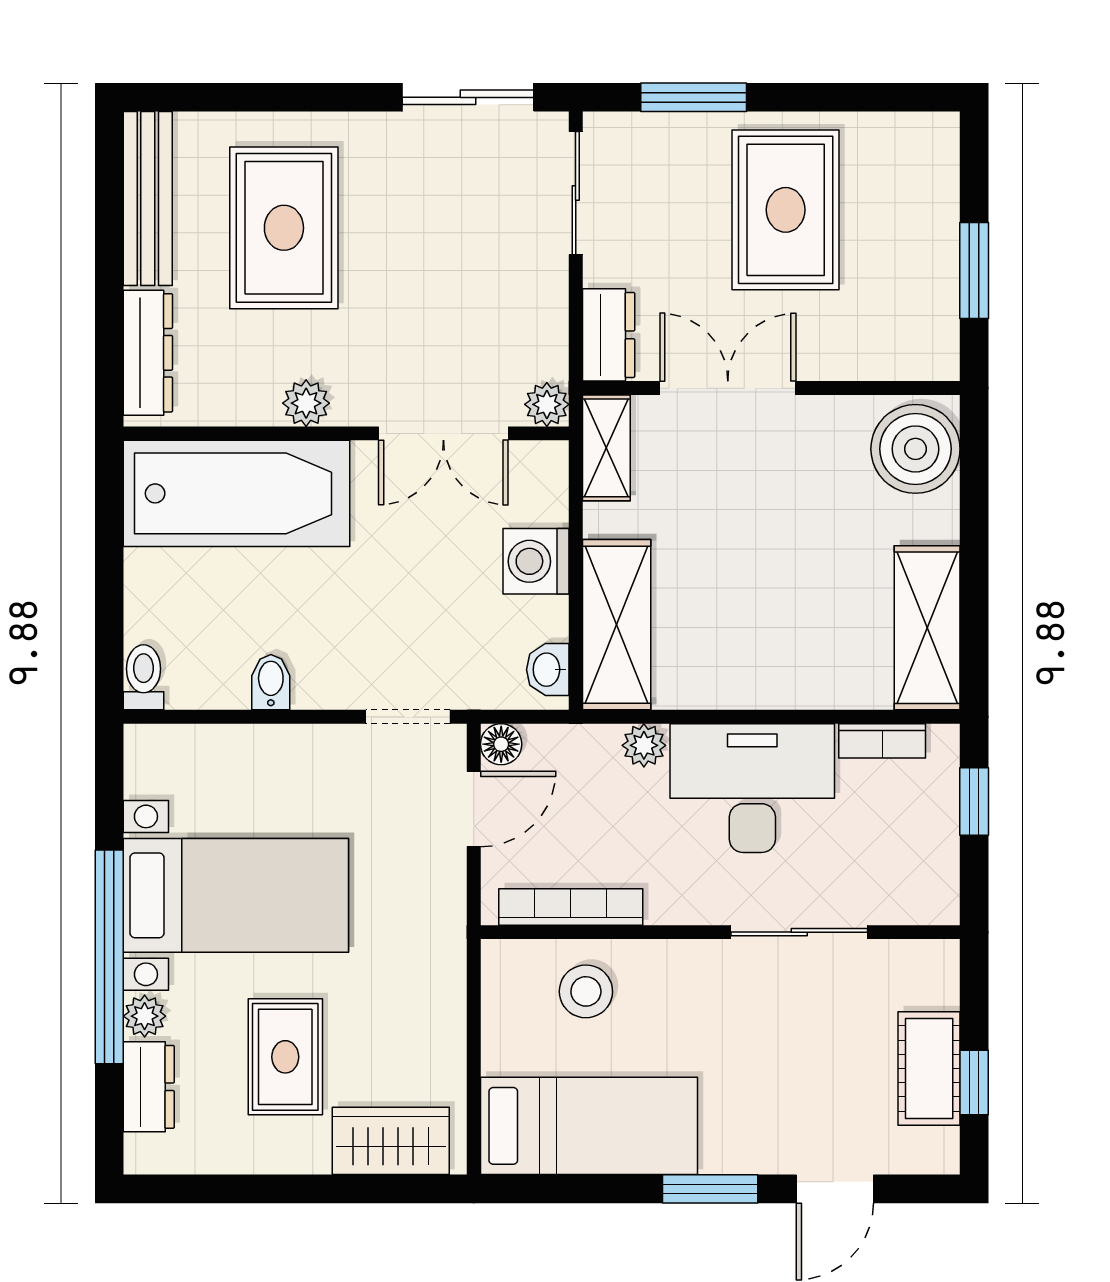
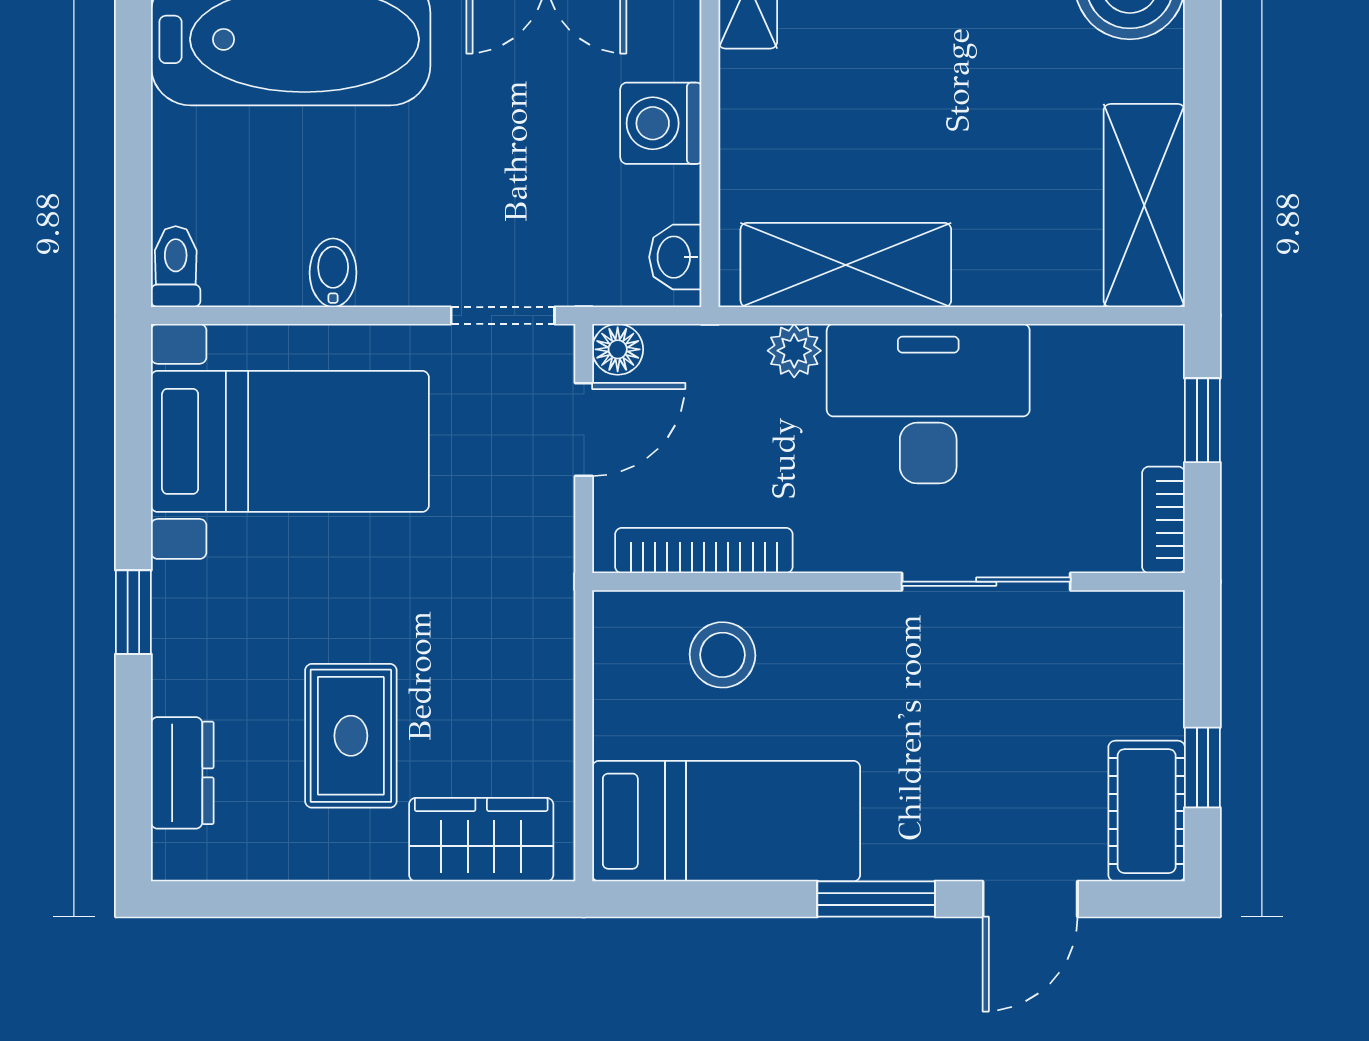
shelving: (617, 625) -> (846, 265), moved, turned 90
bookcase: (882, 741) -> (1164, 520), moved, turned 90
bed with nightstands: (236, 895) -> (290, 441), moved
window: (109, 957) -> (133, 612), width x0.32
plant: (145, 1016) -> (177, 685), removed
cot: (929, 1068) -> (1147, 811), moved

